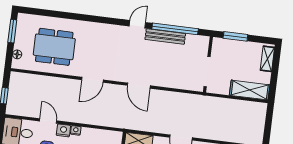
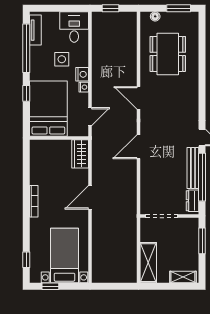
dresser: (196, 41) -> (193, 201), added
door: (48, 121) -> (90, 117), moved

